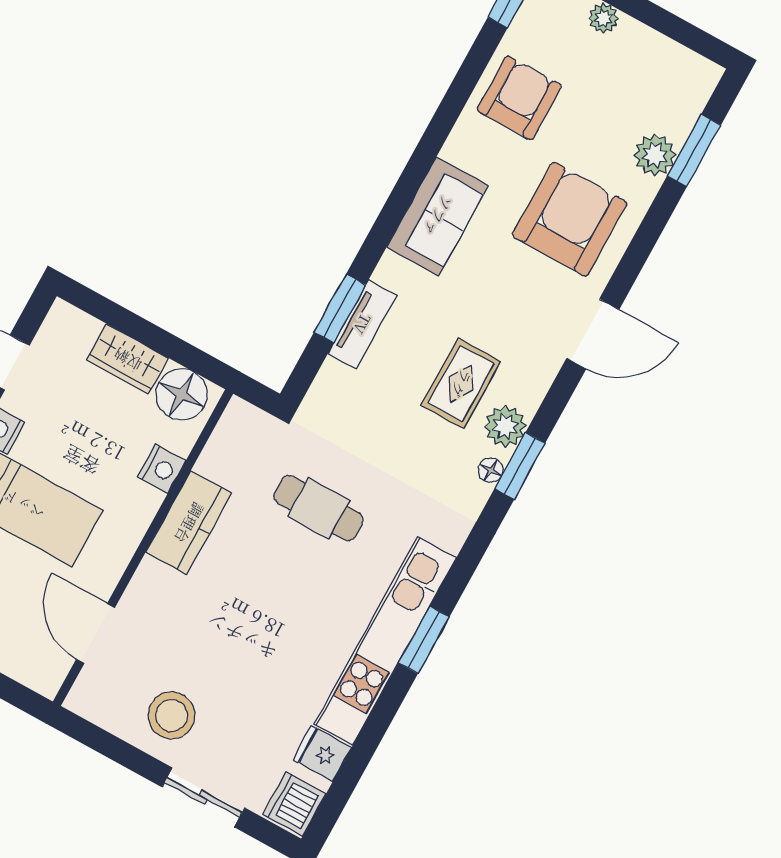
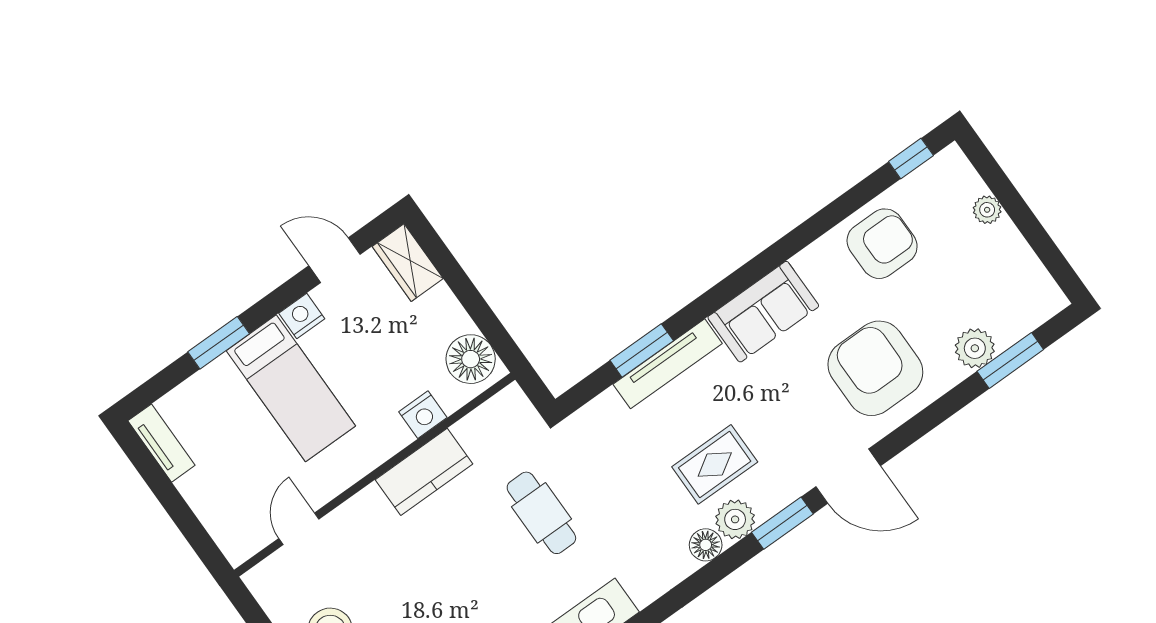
armchair: (570, 219) -> (875, 368), turned -90
tv unit: (362, 324) -> (668, 364), width x1.41
wardrobe: (128, 359) -> (408, 263), moved
window: (520, 466) -> (782, 523), moved
floor lamp: (491, 470) -> (706, 545), width x1.37, depth x1.37
door: (96, 633) -> (299, 529), width x0.73

